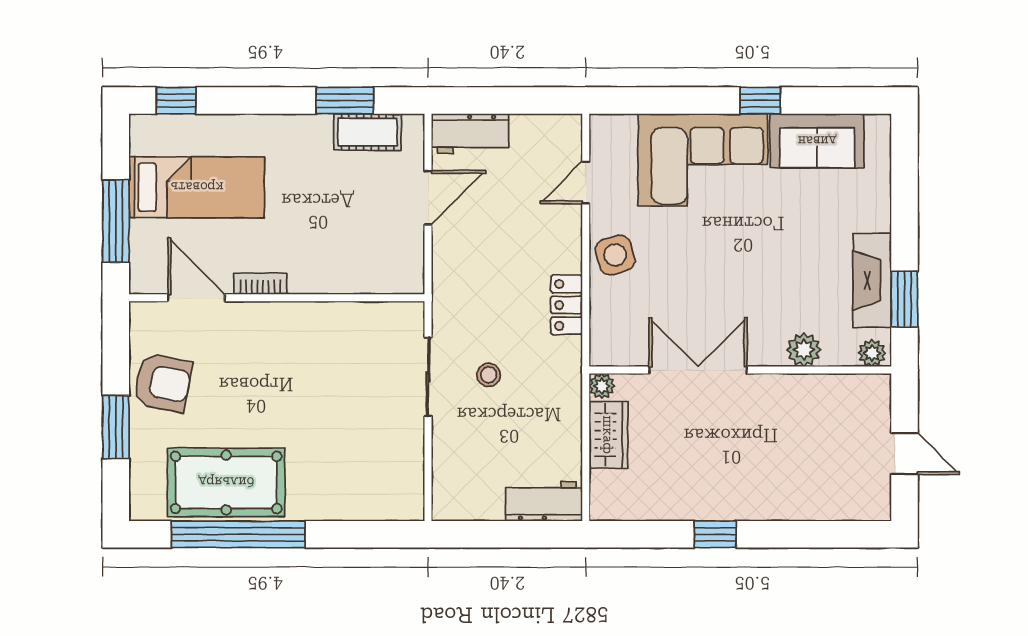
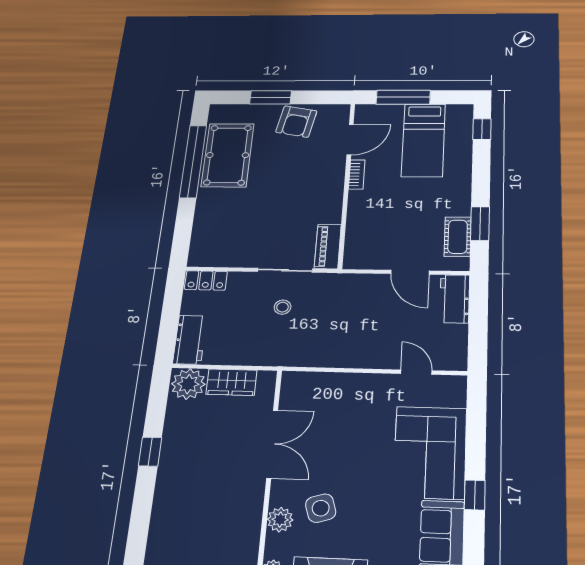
side table: (615, 255) -> (321, 508), moved
locker: (567, 305) -> (206, 280), moved, turned 180
piano: (387, 318) -> (328, 247), added
plant: (602, 386) -> (188, 384), moved, width x1.88, depth x1.88

